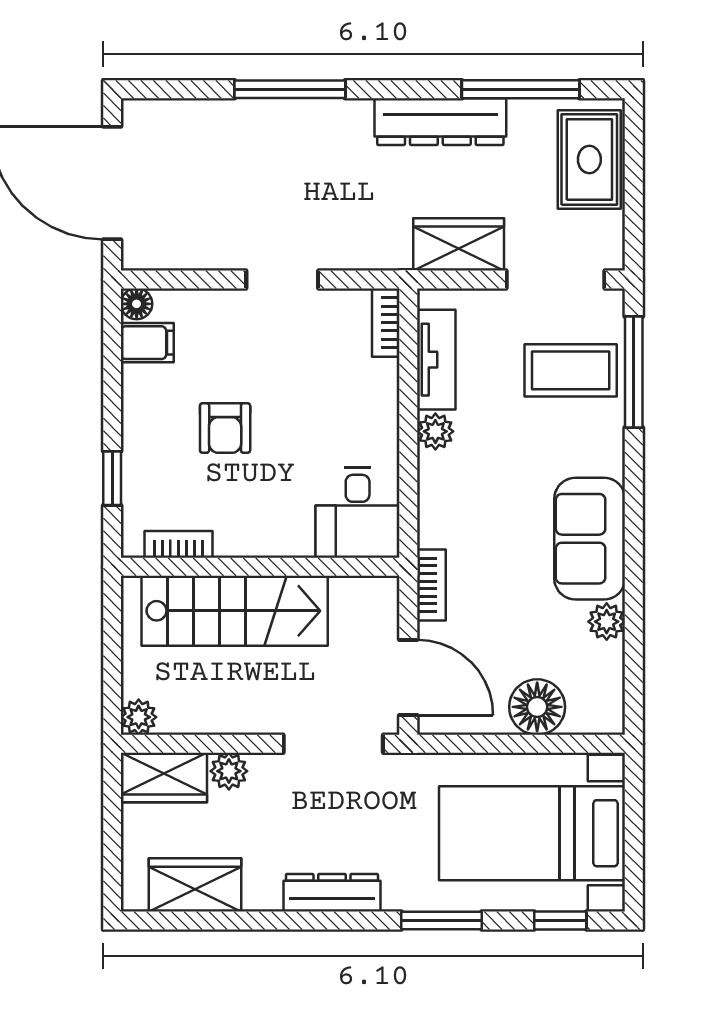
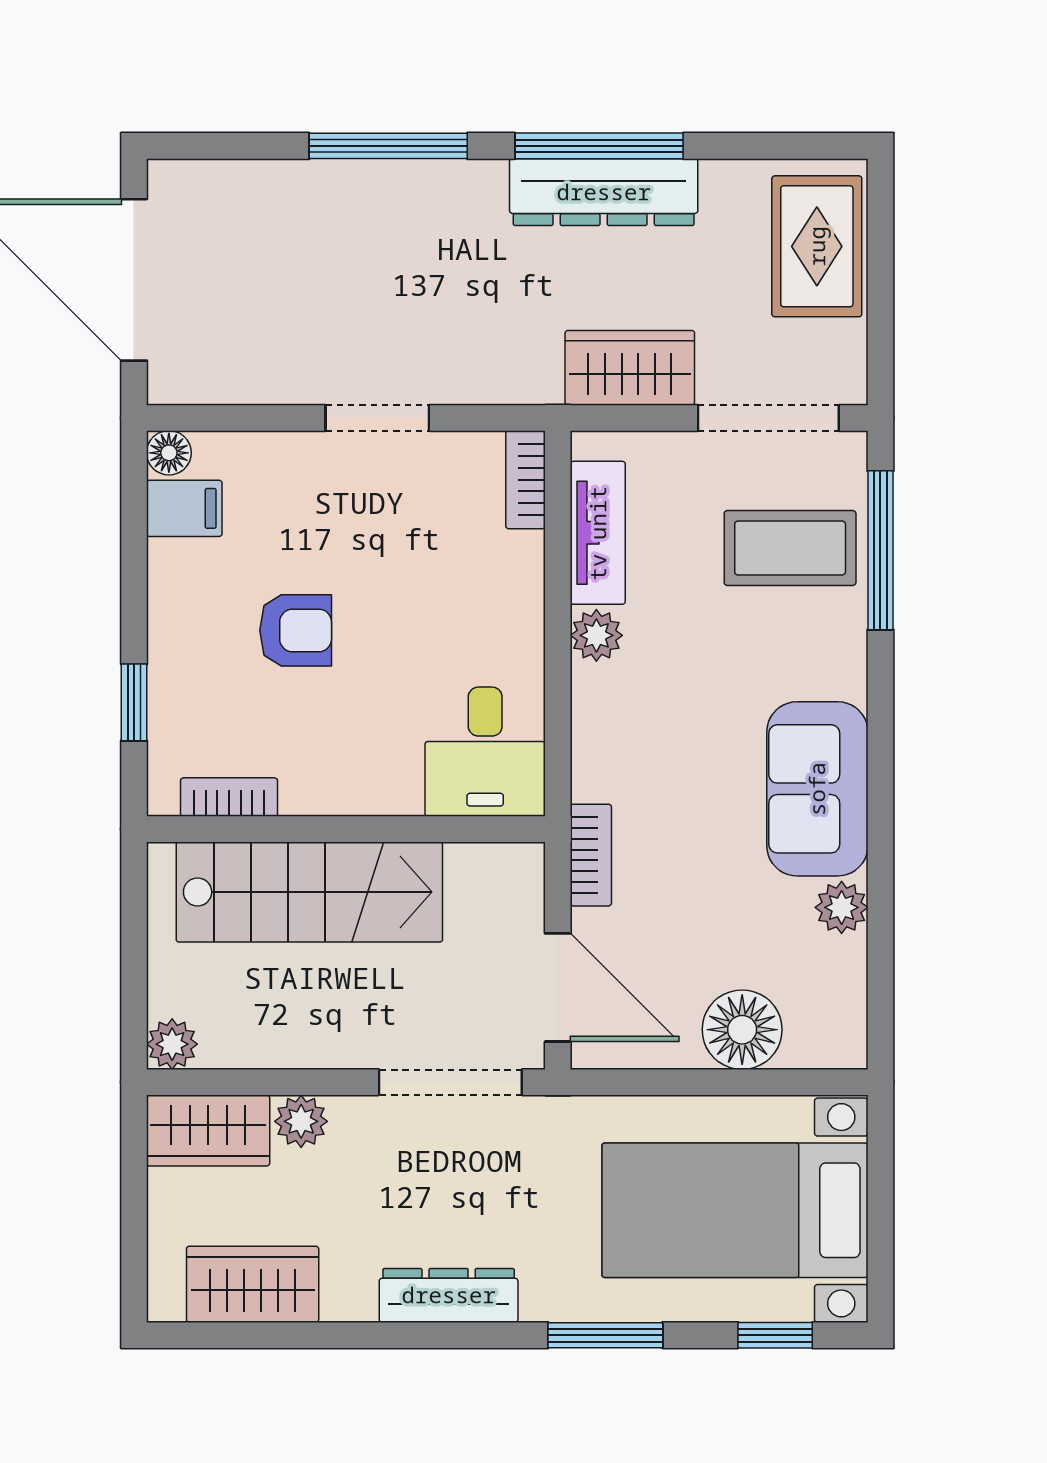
window: (521, 89) -> (599, 146), moved
armchair: (225, 428) -> (296, 630), turned -90

